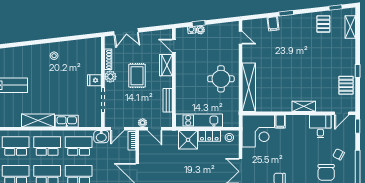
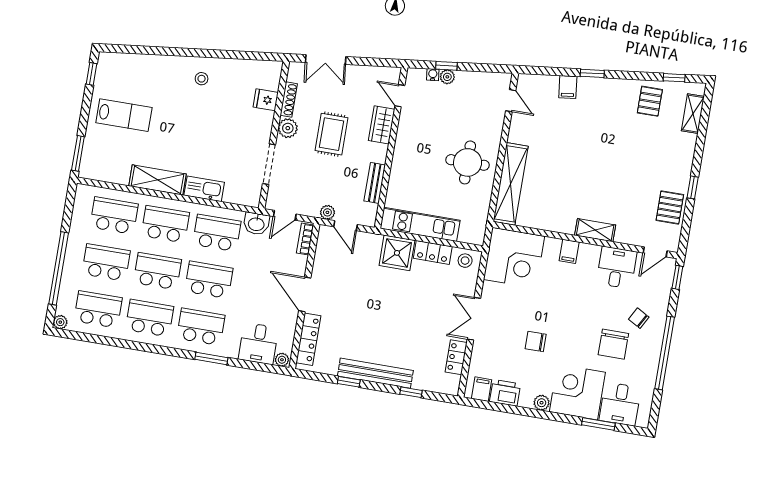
fridge: (94, 80) -> (266, 100), moved
filing cabinet: (280, 122) -> (569, 251), moved

